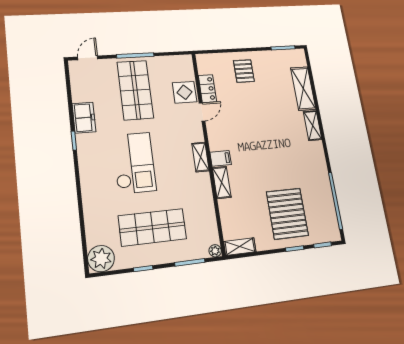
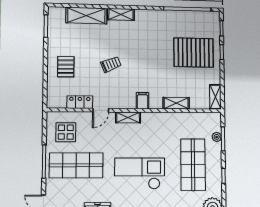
pallet: (244, 71) -> (66, 67), turned 90
display table: (185, 92) -> (66, 132), moved
door: (202, 112) -> (101, 110), swing flipped
trolley: (255, 119) -> (111, 64), added
shelving: (201, 157) -> (128, 117), moved
shelving: (222, 182) -> (176, 103), moved
plant: (215, 251) -> (217, 137), moved

